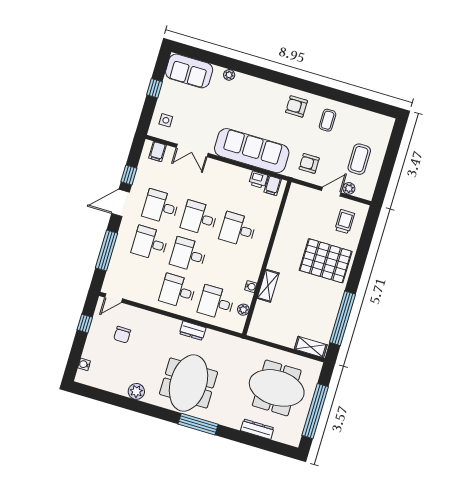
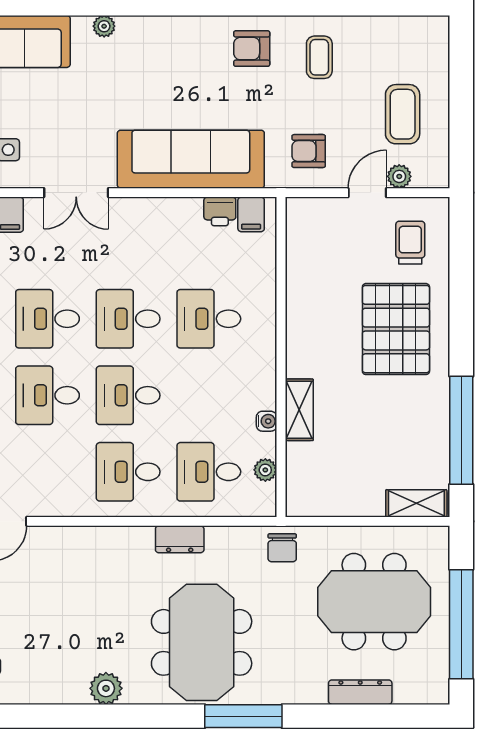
pallet: (326, 261) -> (396, 329), turned 90
chair: (122, 335) -> (282, 548), moved

